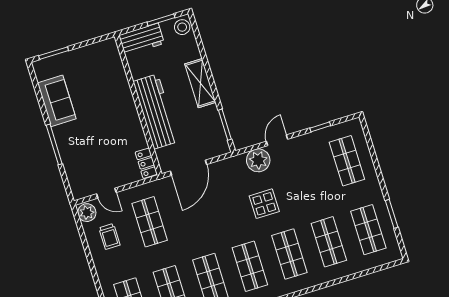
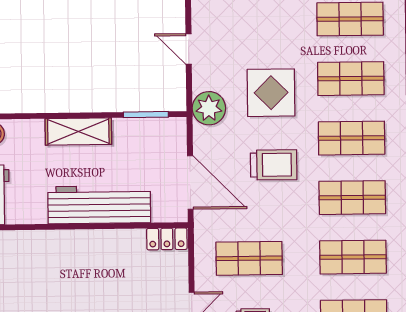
plant: (258, 160) -> (209, 108), moved
display table: (264, 204) -> (271, 93), width x1.36, depth x1.36
trolley: (217, 220) -> (274, 165), added

